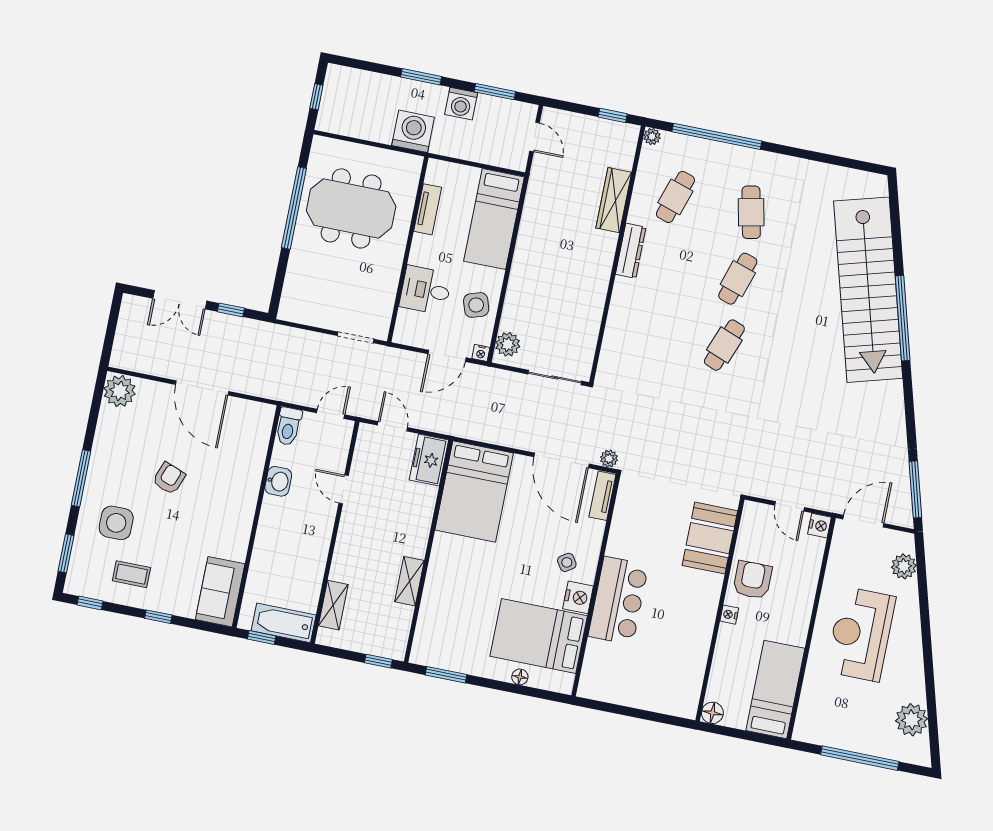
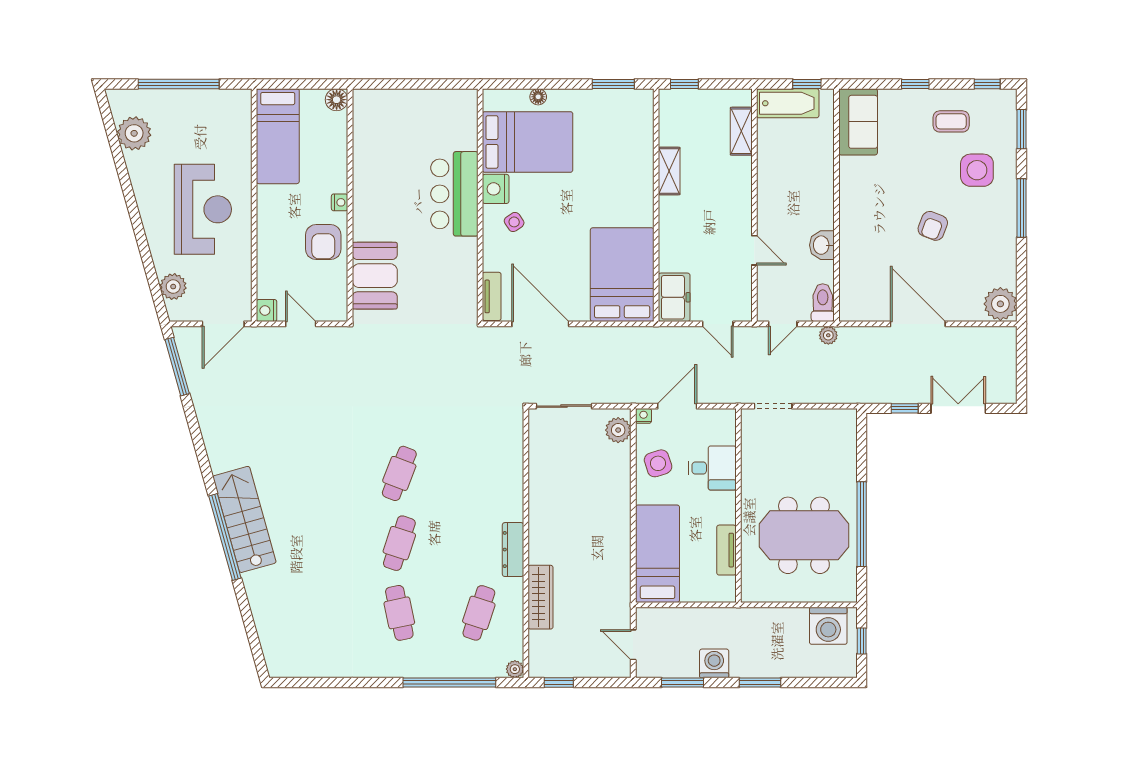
washing machine: (413, 131) -> (828, 626), moved
stairs: (868, 290) -> (244, 519), width x0.54, depth x0.66
plant: (609, 459) -> (828, 335), moved

